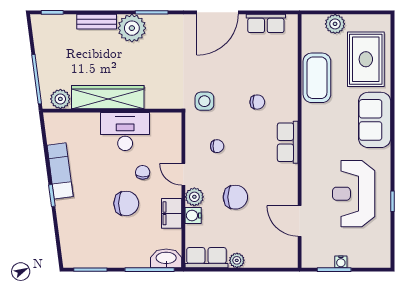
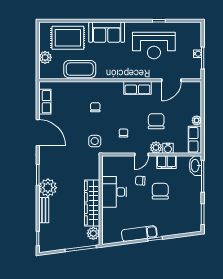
row of seats: (288, 142) -> (137, 88), moved

